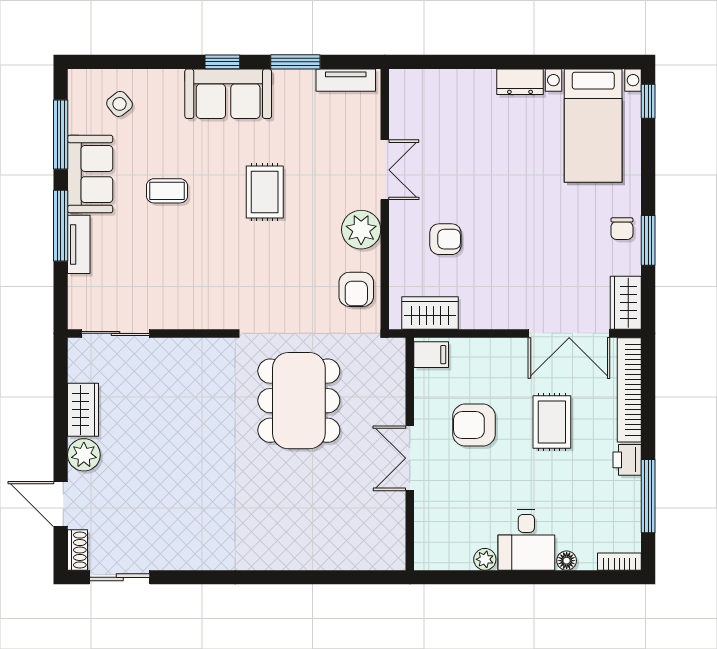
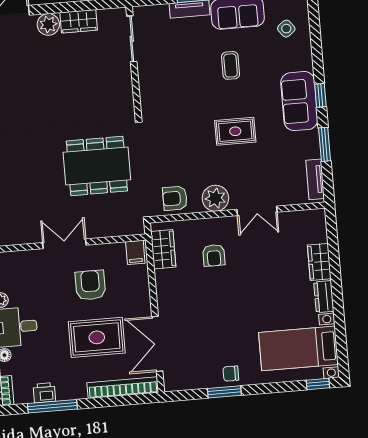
wardrobe: (626, 303) -> (319, 262), moved, turned -90
rug: (552, 422) -> (97, 337), width x1.36, depth x1.43
printer: (627, 460) -> (44, 393), moved

